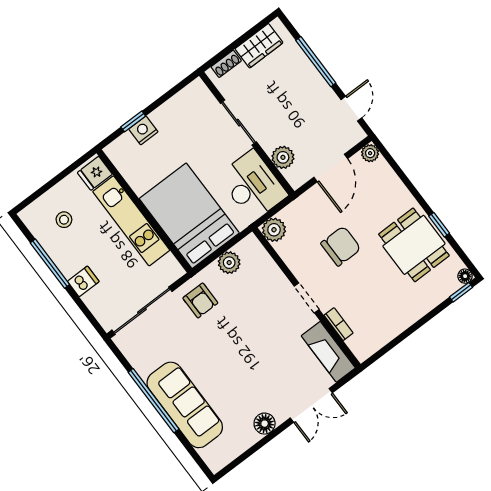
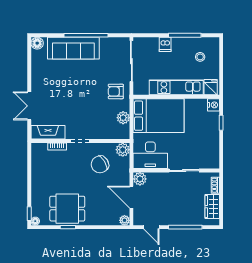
nightstand: (143, 130) -> (213, 105), moved
plant: (283, 157) -> (140, 179), moved
chair: (341, 246) -> (100, 164), moved, turned 58
floor lamp: (265, 424) -> (37, 43), moved

